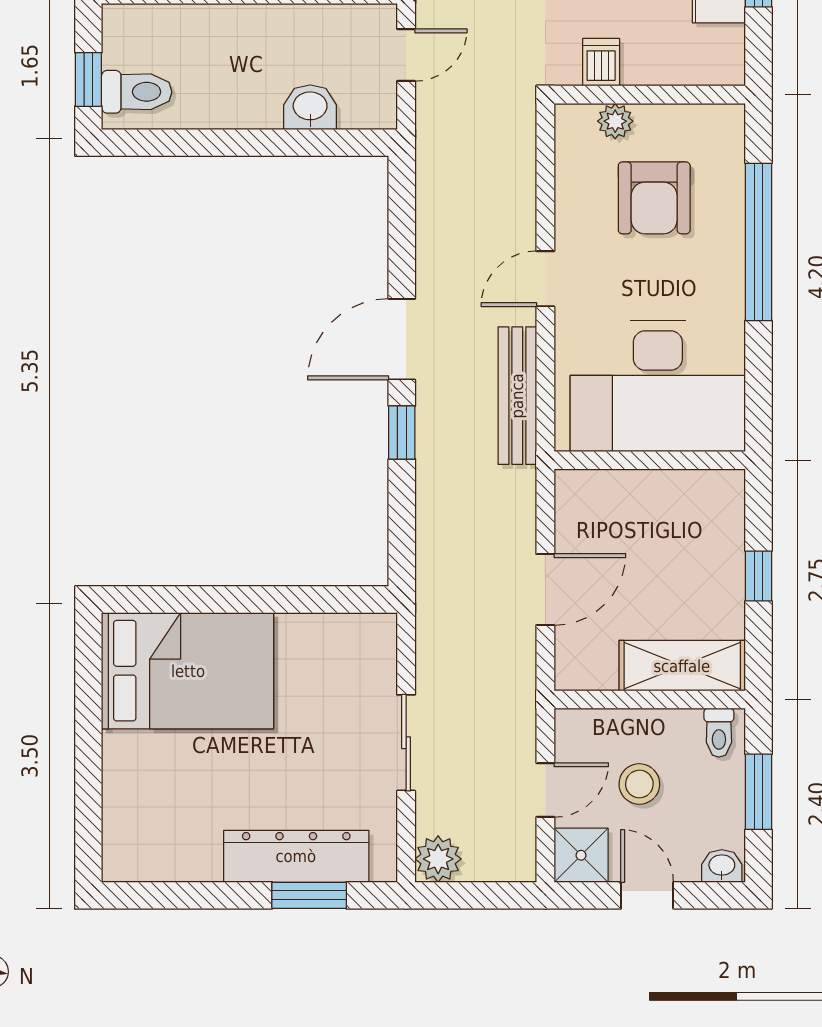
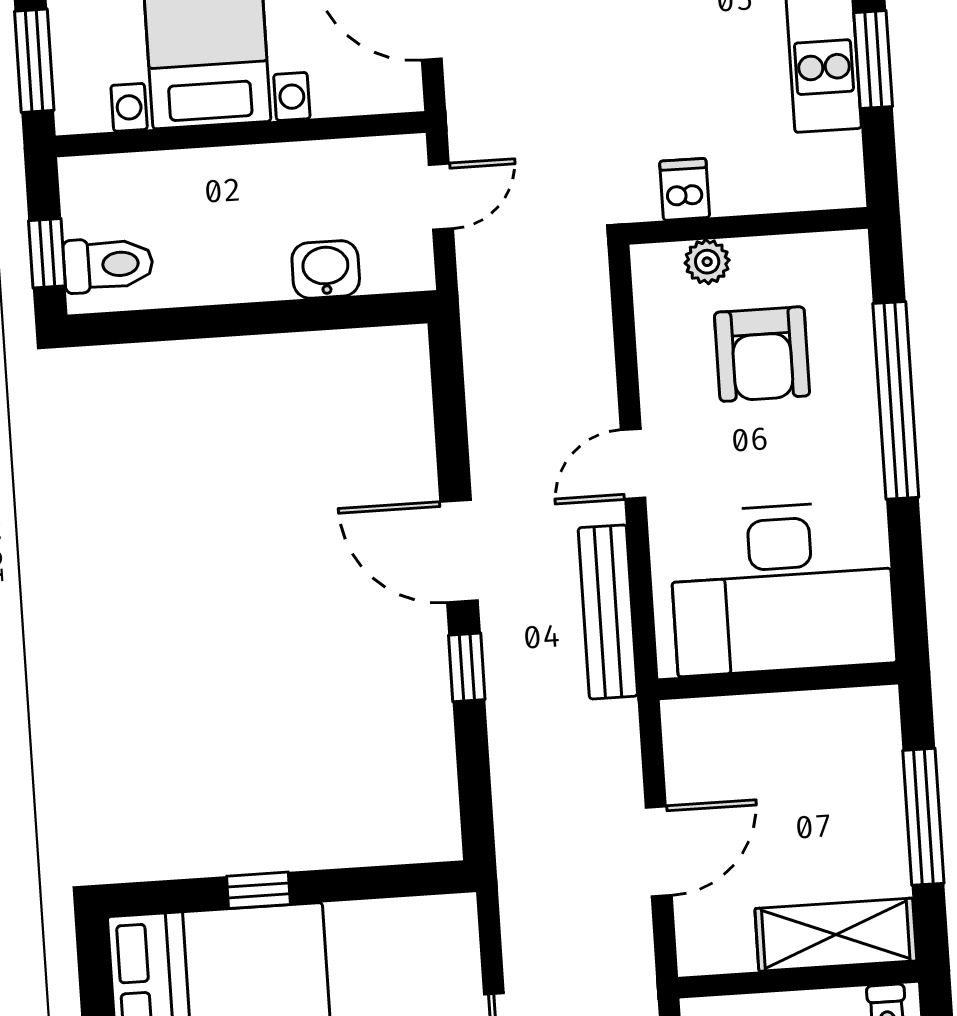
door: (402, 339) -> (459, 551), hinge flipped
window: (759, 576) -> (923, 817), width x2.17
window: (224, 599) -> (258, 890), added

